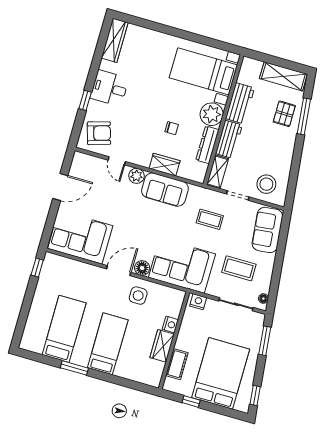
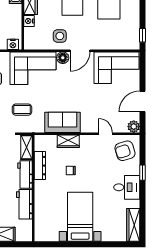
bed with nightstands: (203, 71) -> (80, 217), moved, turned -90
plant: (212, 114) -> (43, 190), removed
plant: (136, 176) -> (134, 127), moved

